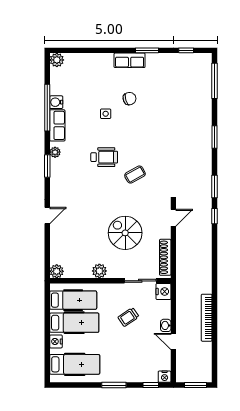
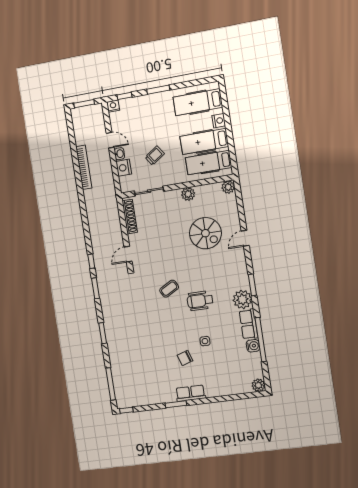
window: (186, 50) -> (126, 410), moved
plant: (55, 152) -> (242, 299), width x1.88, depth x1.88
spiral stairs: (125, 233) -> (205, 233), moved
nightstand: (163, 291) -> (124, 168), moved

